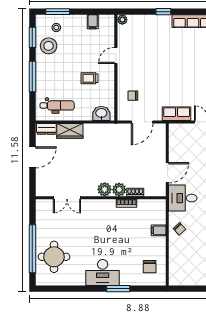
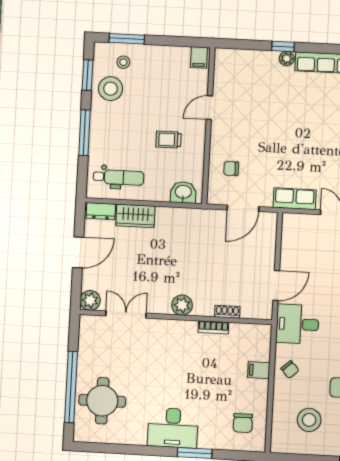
plant: (122, 20) -> (287, 59), moved
filing cabinet: (93, 22) -> (199, 57), moved
plant: (119, 190) -> (90, 300), moved
double door: (67, 198) -> (126, 315), swing flipped
stool: (194, 262) -> (309, 420), added

